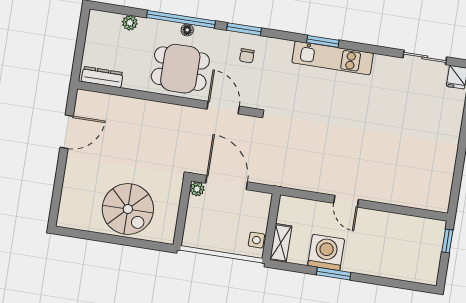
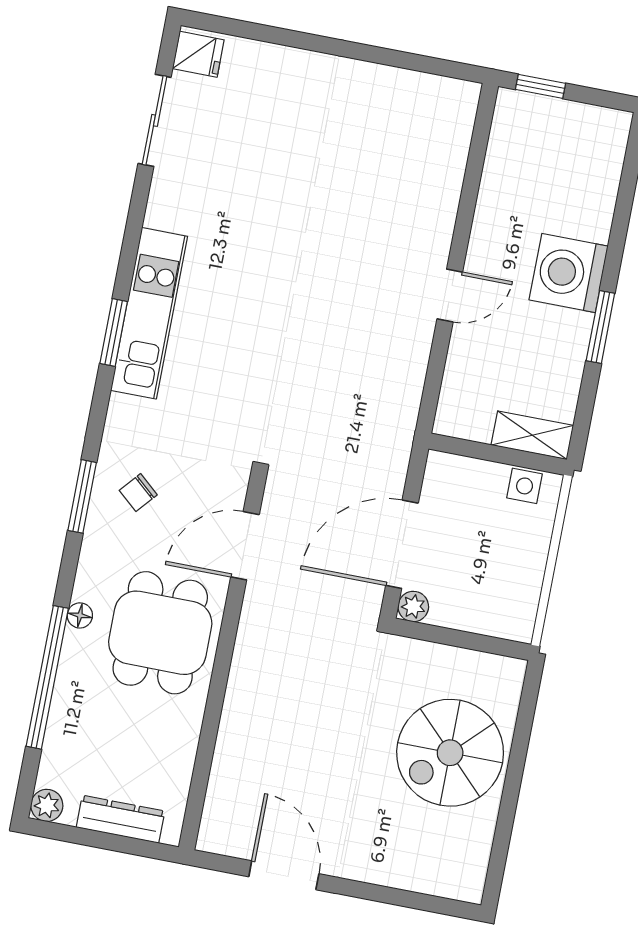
window: (181, 19) -> (47, 677), moved
plant: (130, 23) -> (47, 805), moved
chair: (247, 56) -> (138, 493), turned 131
dresser: (102, 77) -> (121, 819), moved, turned 90
spiral stairs: (128, 209) -> (450, 753), turned 180
washing machine: (326, 252) -> (569, 273), moved

